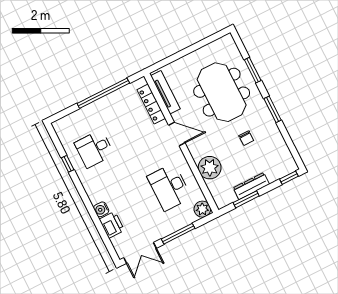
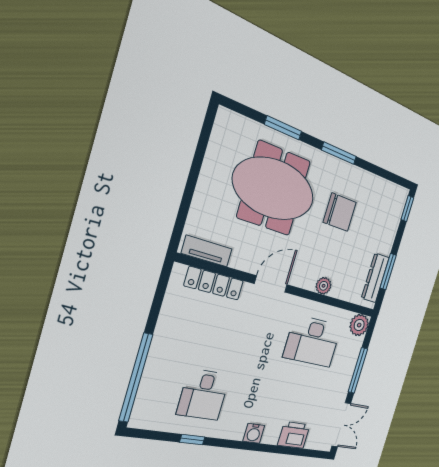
tv unit: (165, 92) -> (207, 251), width x0.71
window: (103, 93) -> (136, 378), moved
chair: (246, 138) -> (340, 212), width x1.87, depth x1.87
plant: (210, 168) -> (324, 286), width x0.53, depth x0.53
dresser: (251, 186) -> (375, 278), moved
water cooler: (101, 209) -> (254, 433), moved

